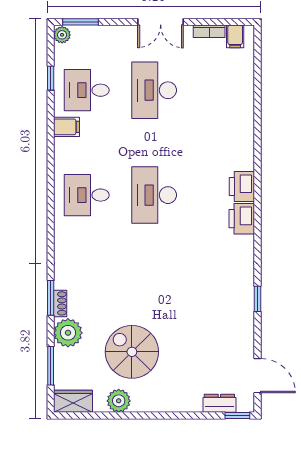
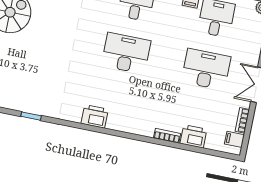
bookcase: (248, 122) -> (167, 136), added
printer: (242, 186) -> (193, 136), moved

